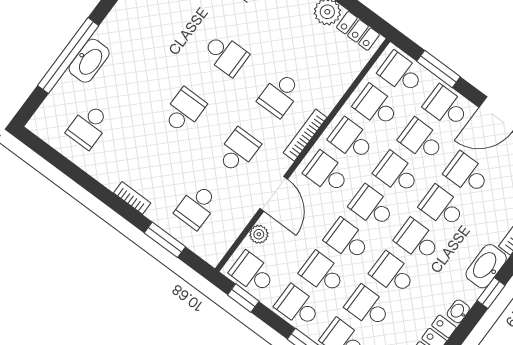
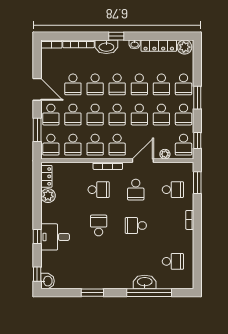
school desk: (238, 151) -> (136, 190), turned -90
window: (165, 240) -> (197, 183), moved

